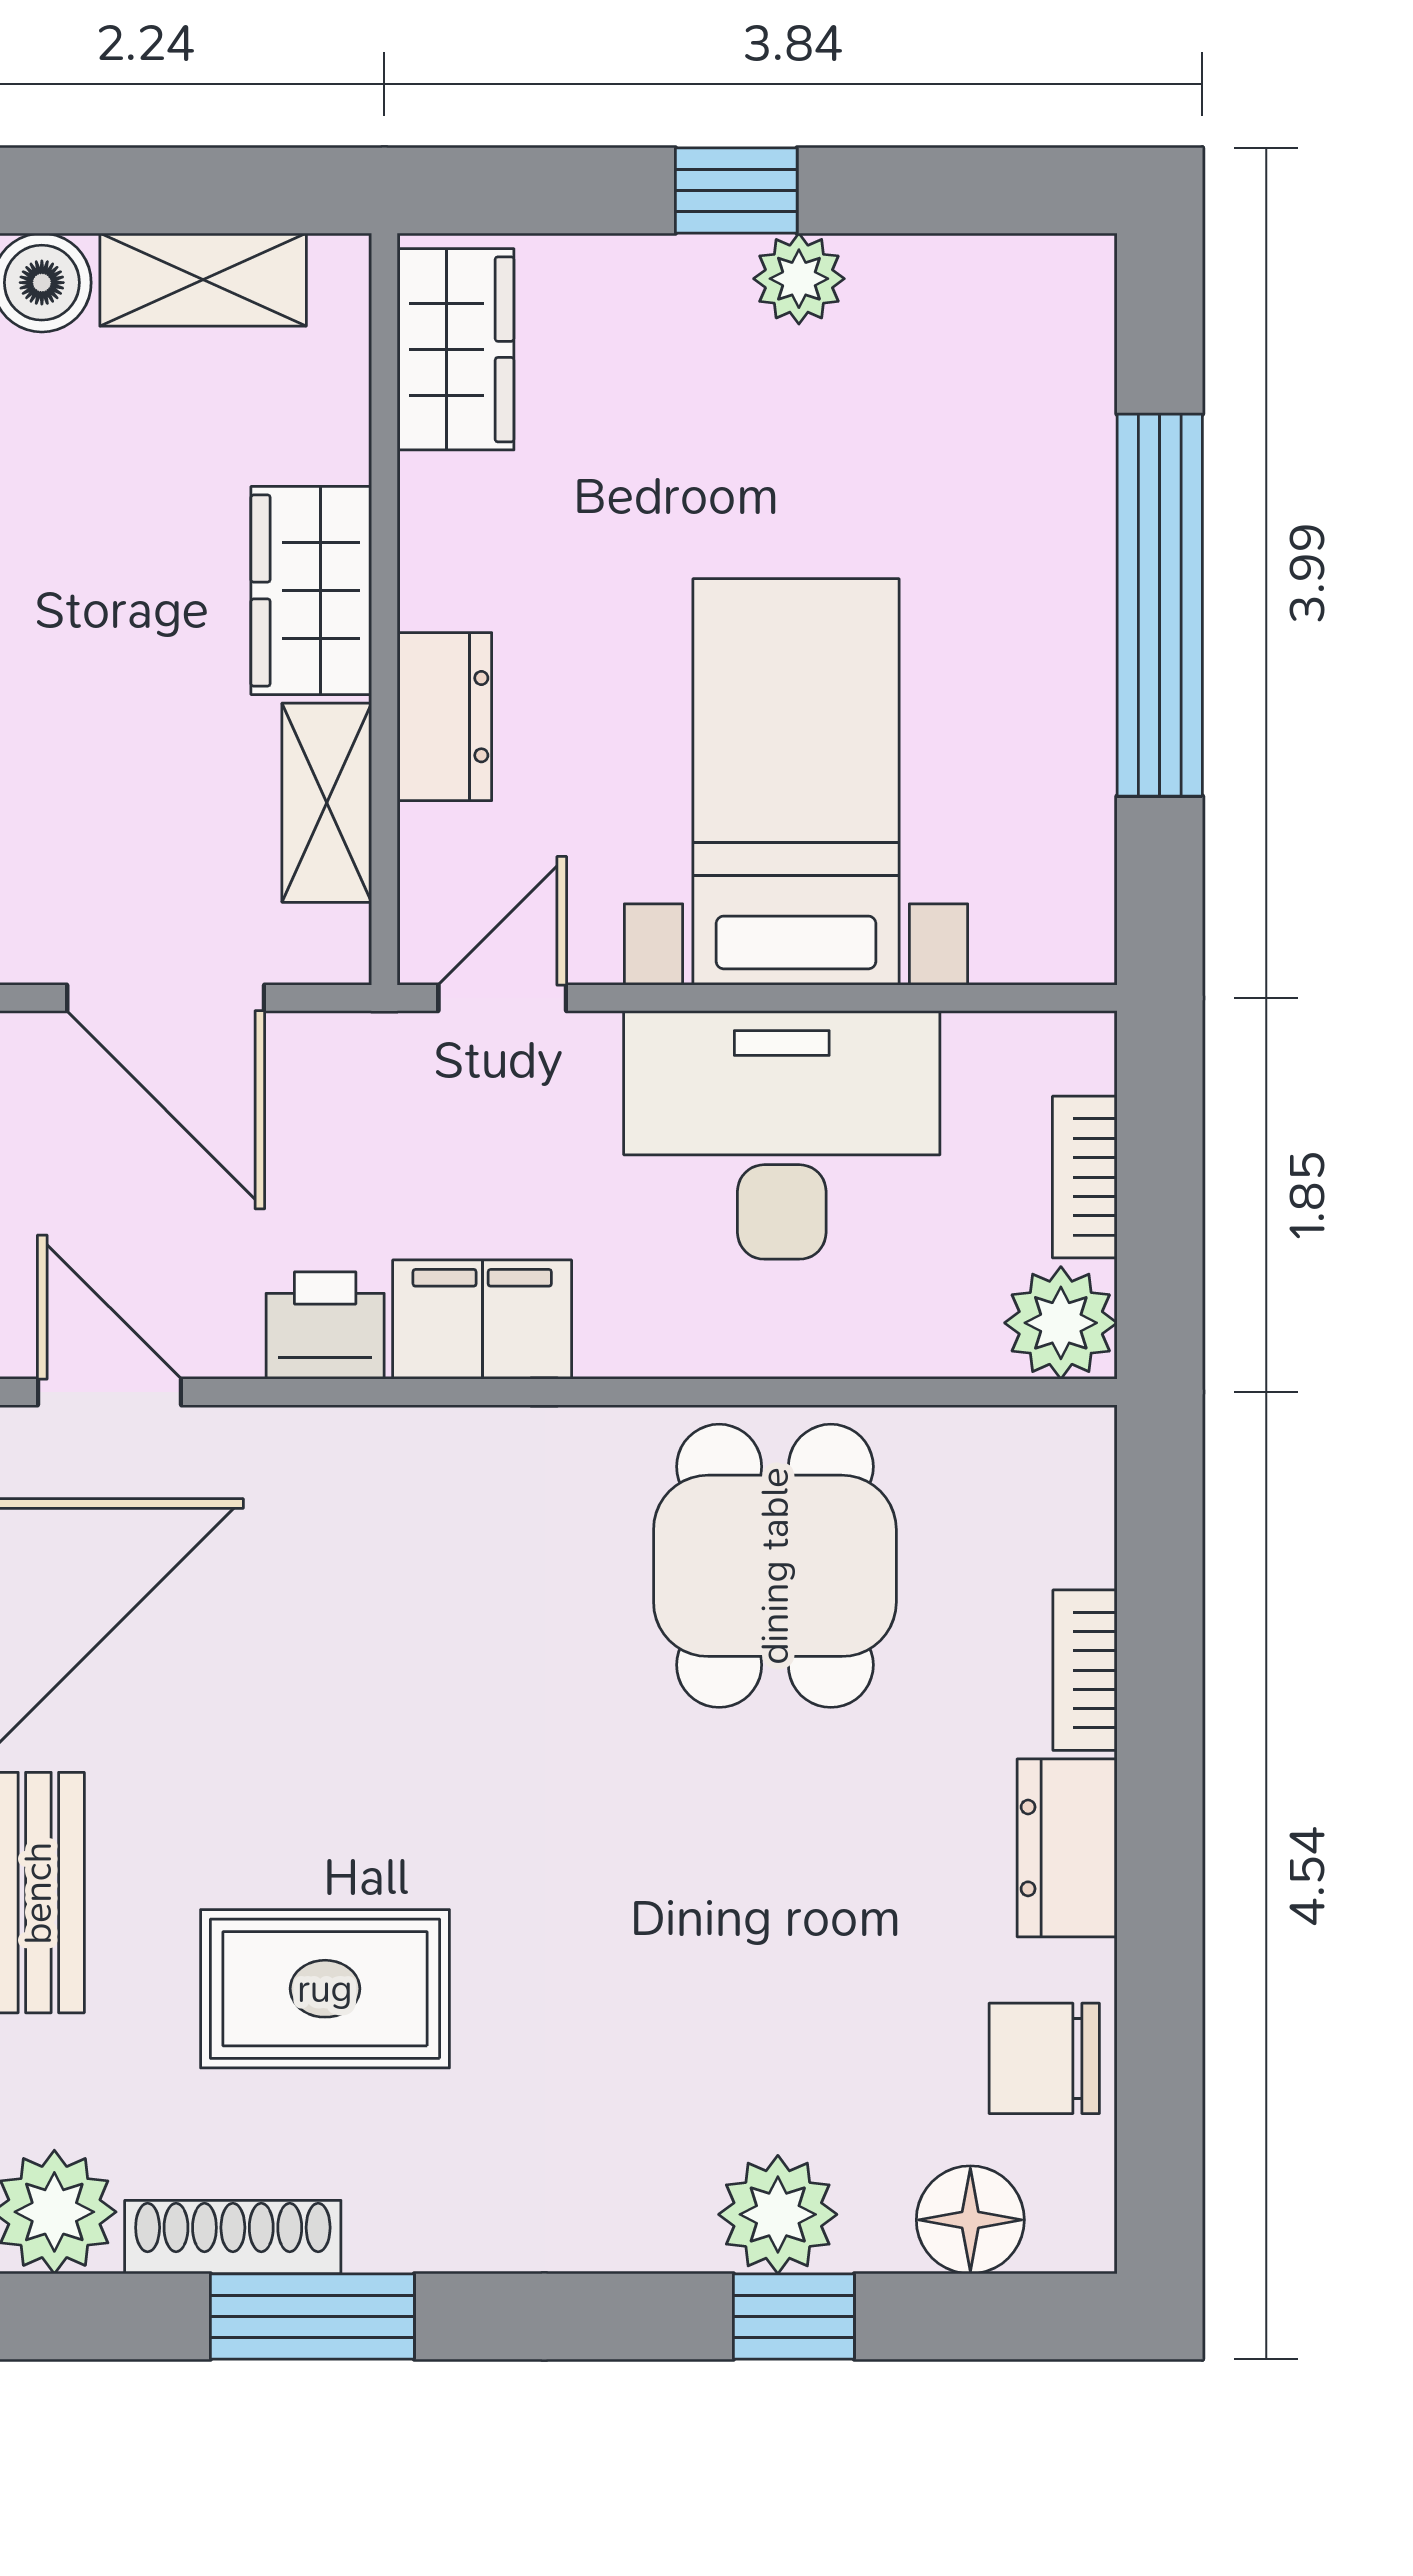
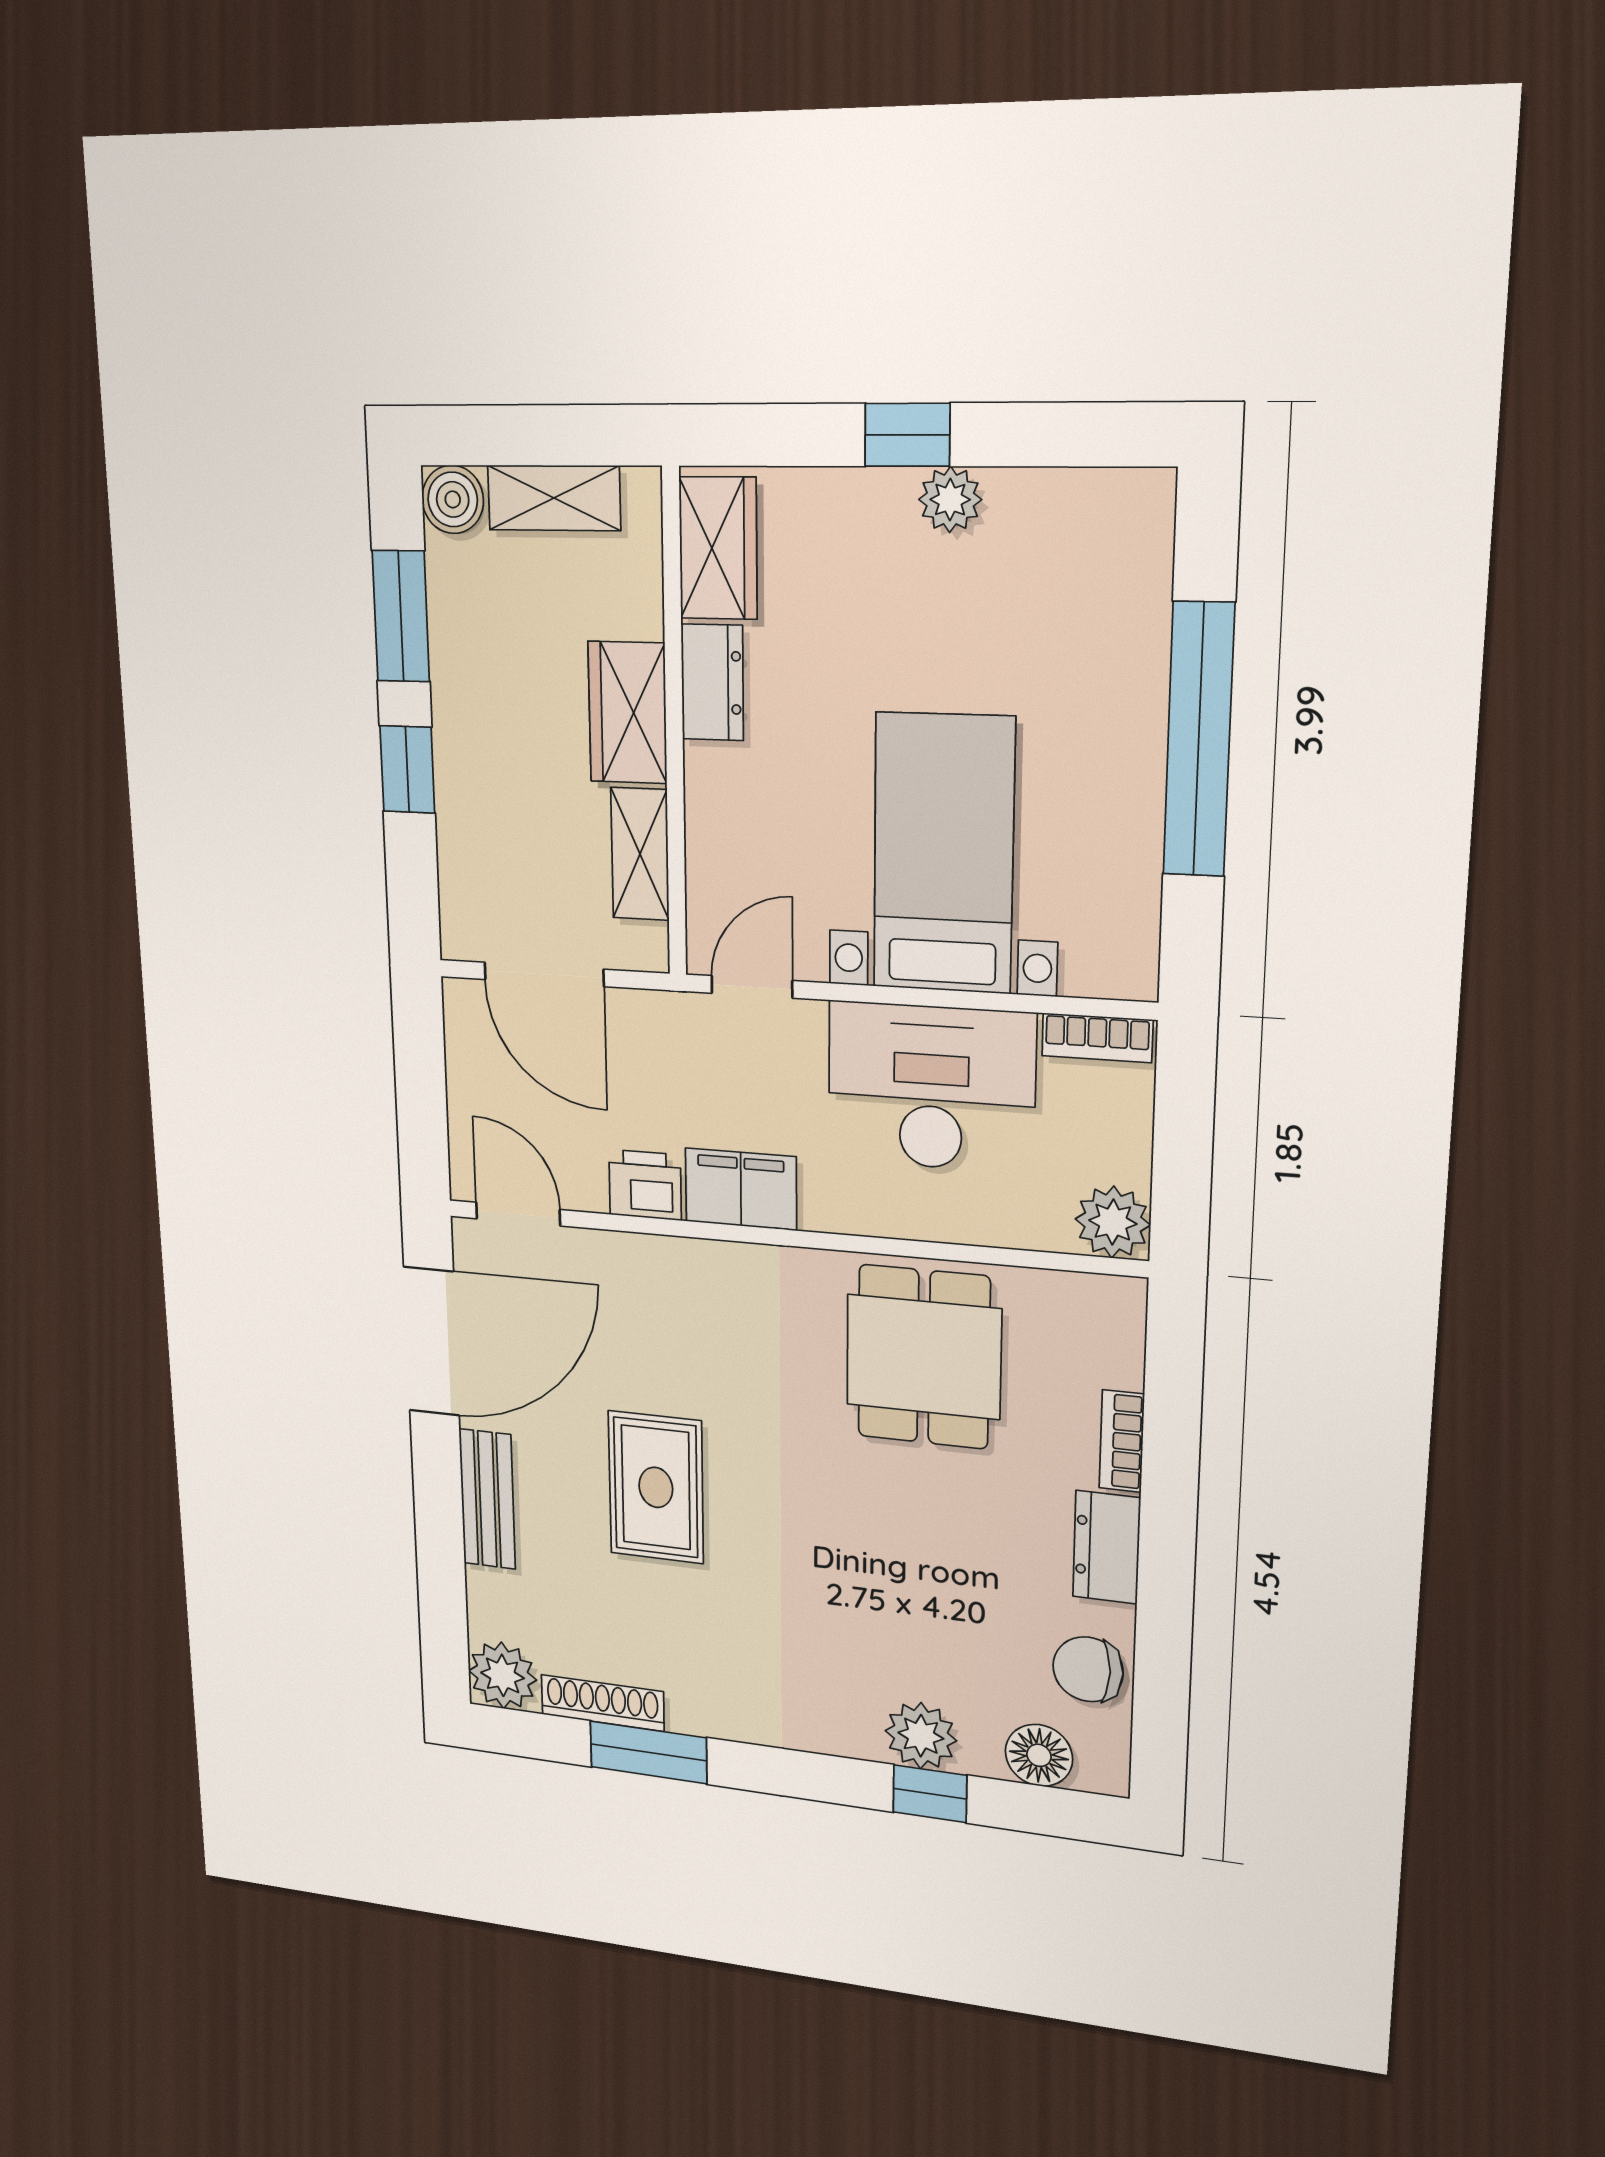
dresser: (444, 717) -> (712, 682), moved
bookcase: (1085, 1177) -> (1097, 1038), moved, turned -90
rug: (325, 1989) -> (656, 1487), moved, turned 90

